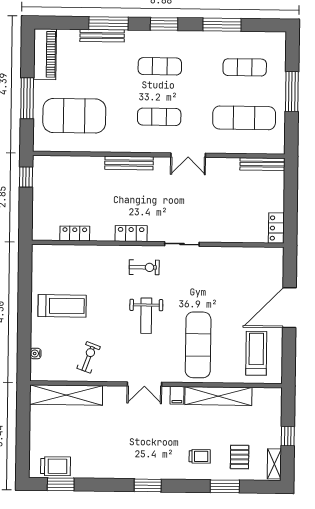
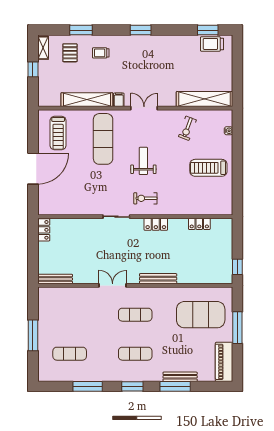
exercise mat: (244, 118) -> (70, 315), removed

